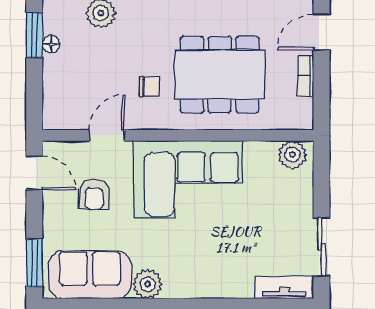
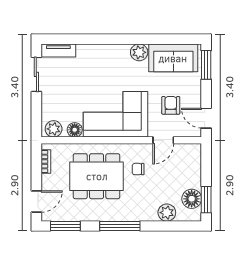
floor lamp: (51, 44) -> (192, 199), width x1.89, depth x1.89
bookcase: (305, 76) -> (46, 162), moved
floor lamp: (257, 153) -> (75, 130), added

